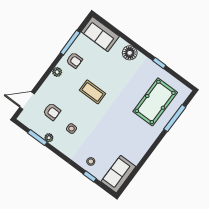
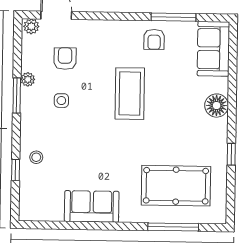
plant: (57, 72) -> (31, 26), moved
coffee table: (93, 92) -> (130, 94), width x1.36, depth x1.32
armchair: (52, 112) -> (65, 59), turned 180
window: (37, 137) -> (17, 95), moved
sofa: (118, 174) -> (92, 206), moved

